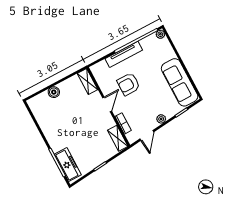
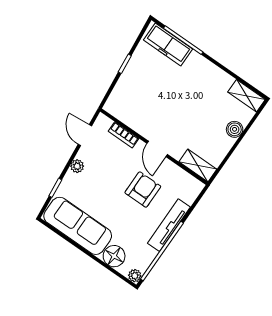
floor lamp: (167, 53) -> (114, 256), added
shelving: (118, 138) -> (247, 96), moved

